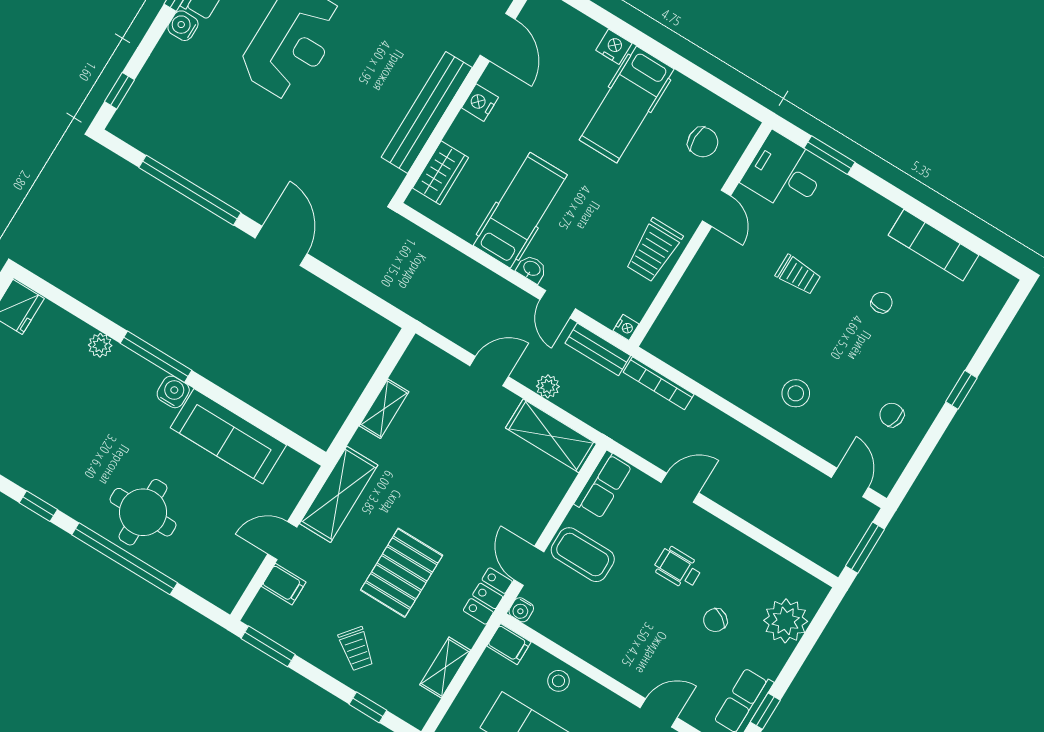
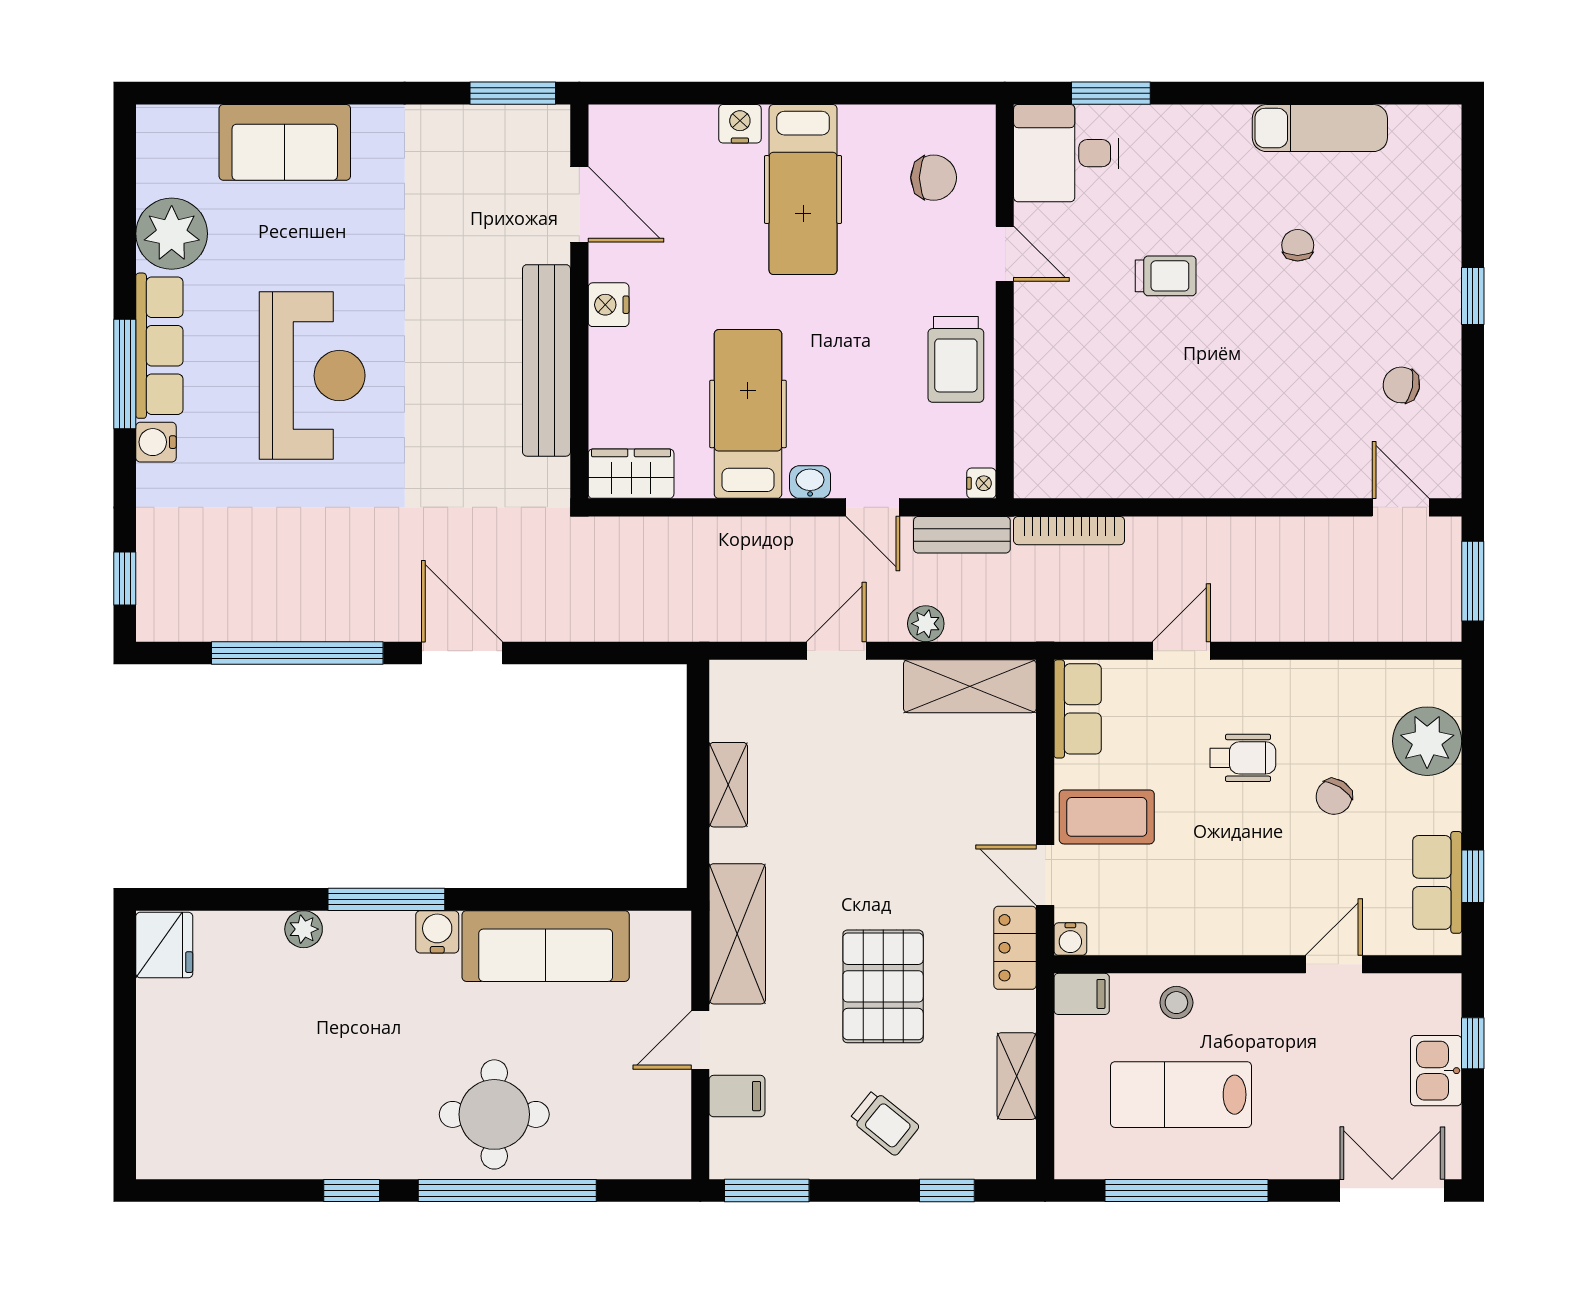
wardrobe: (441, 173) -> (631, 474), moved, turned -90
stool: (796, 393) -> (1258, 434), removed
wheelchair: (678, 568) -> (1243, 758), turned 180

